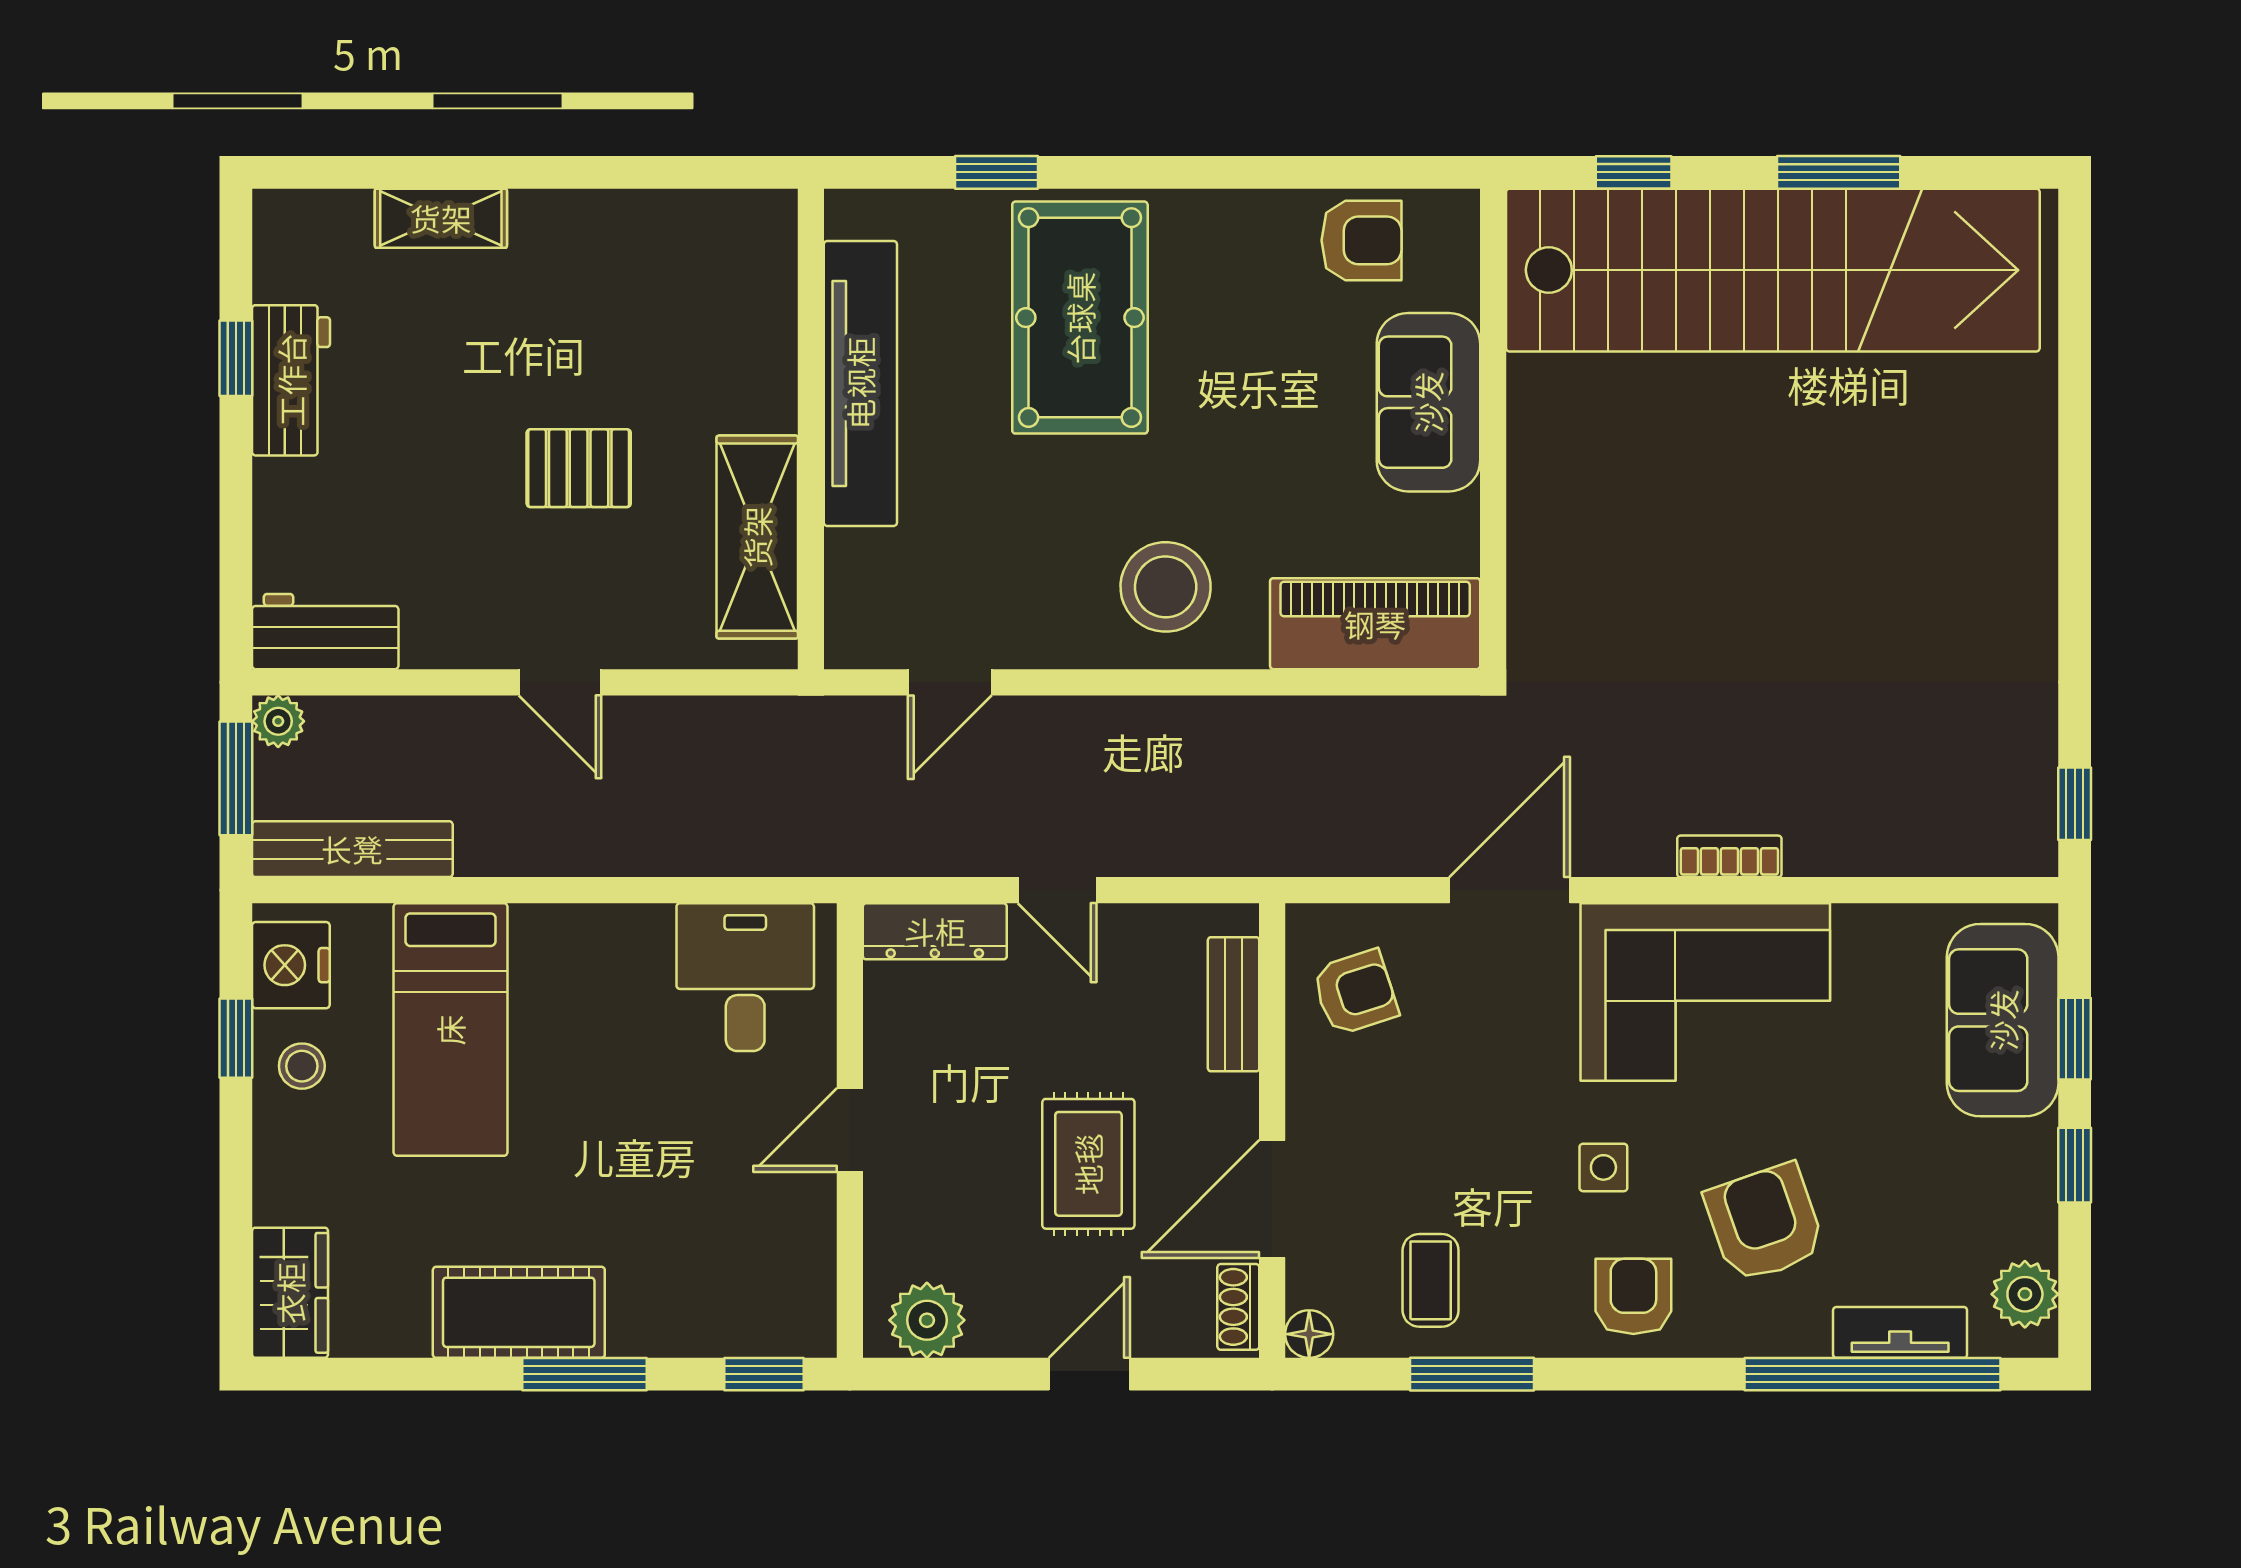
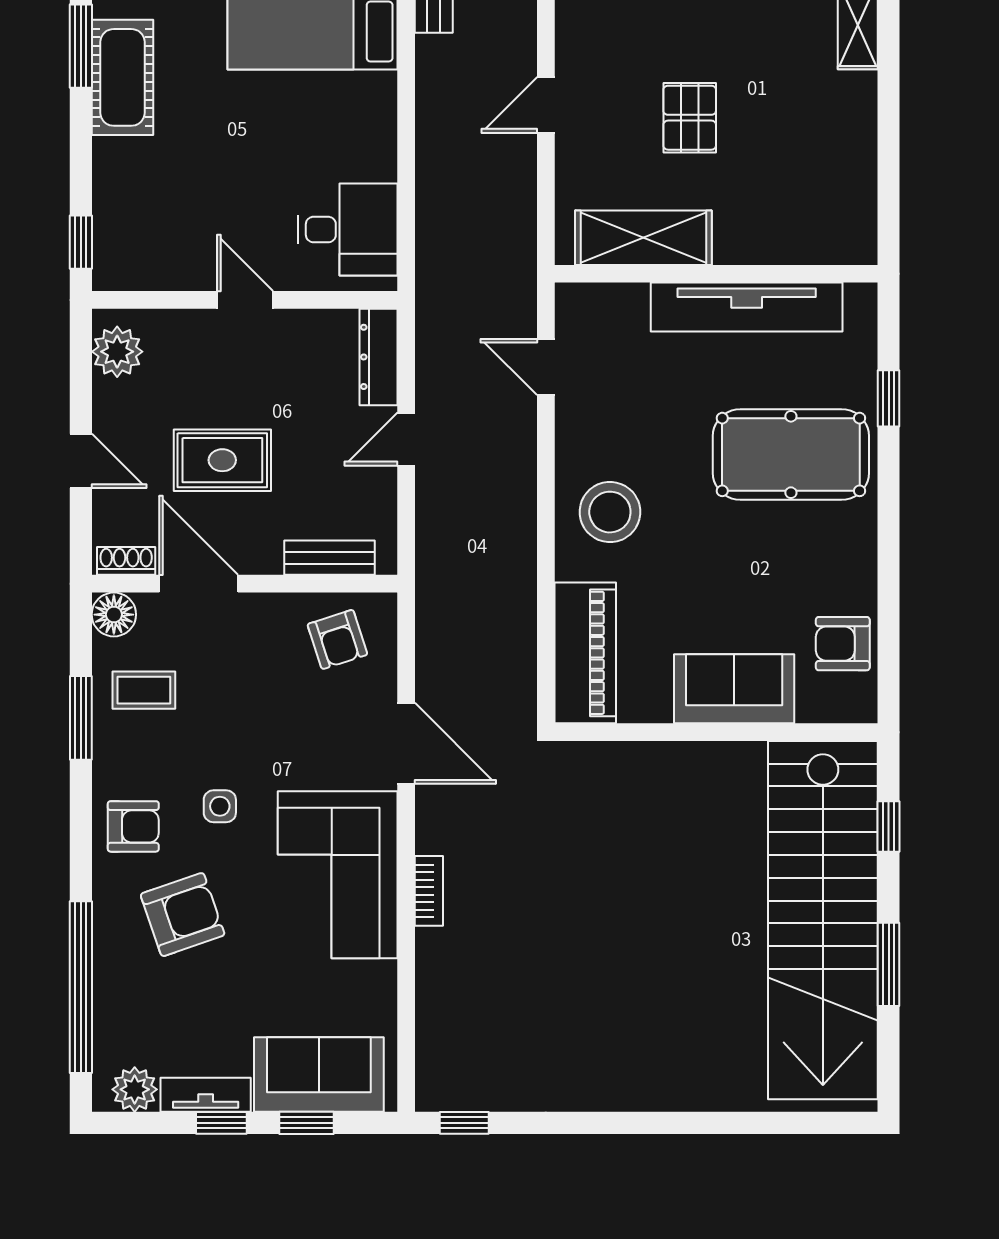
armchair: (1361, 240) -> (843, 644), turned 90
tv unit: (1900, 1332) -> (206, 1095), moved, turned -90
floor lamp: (1309, 1334) -> (114, 615), width x1.37, depth x1.37
window: (585, 1374) -> (81, 46), moved

